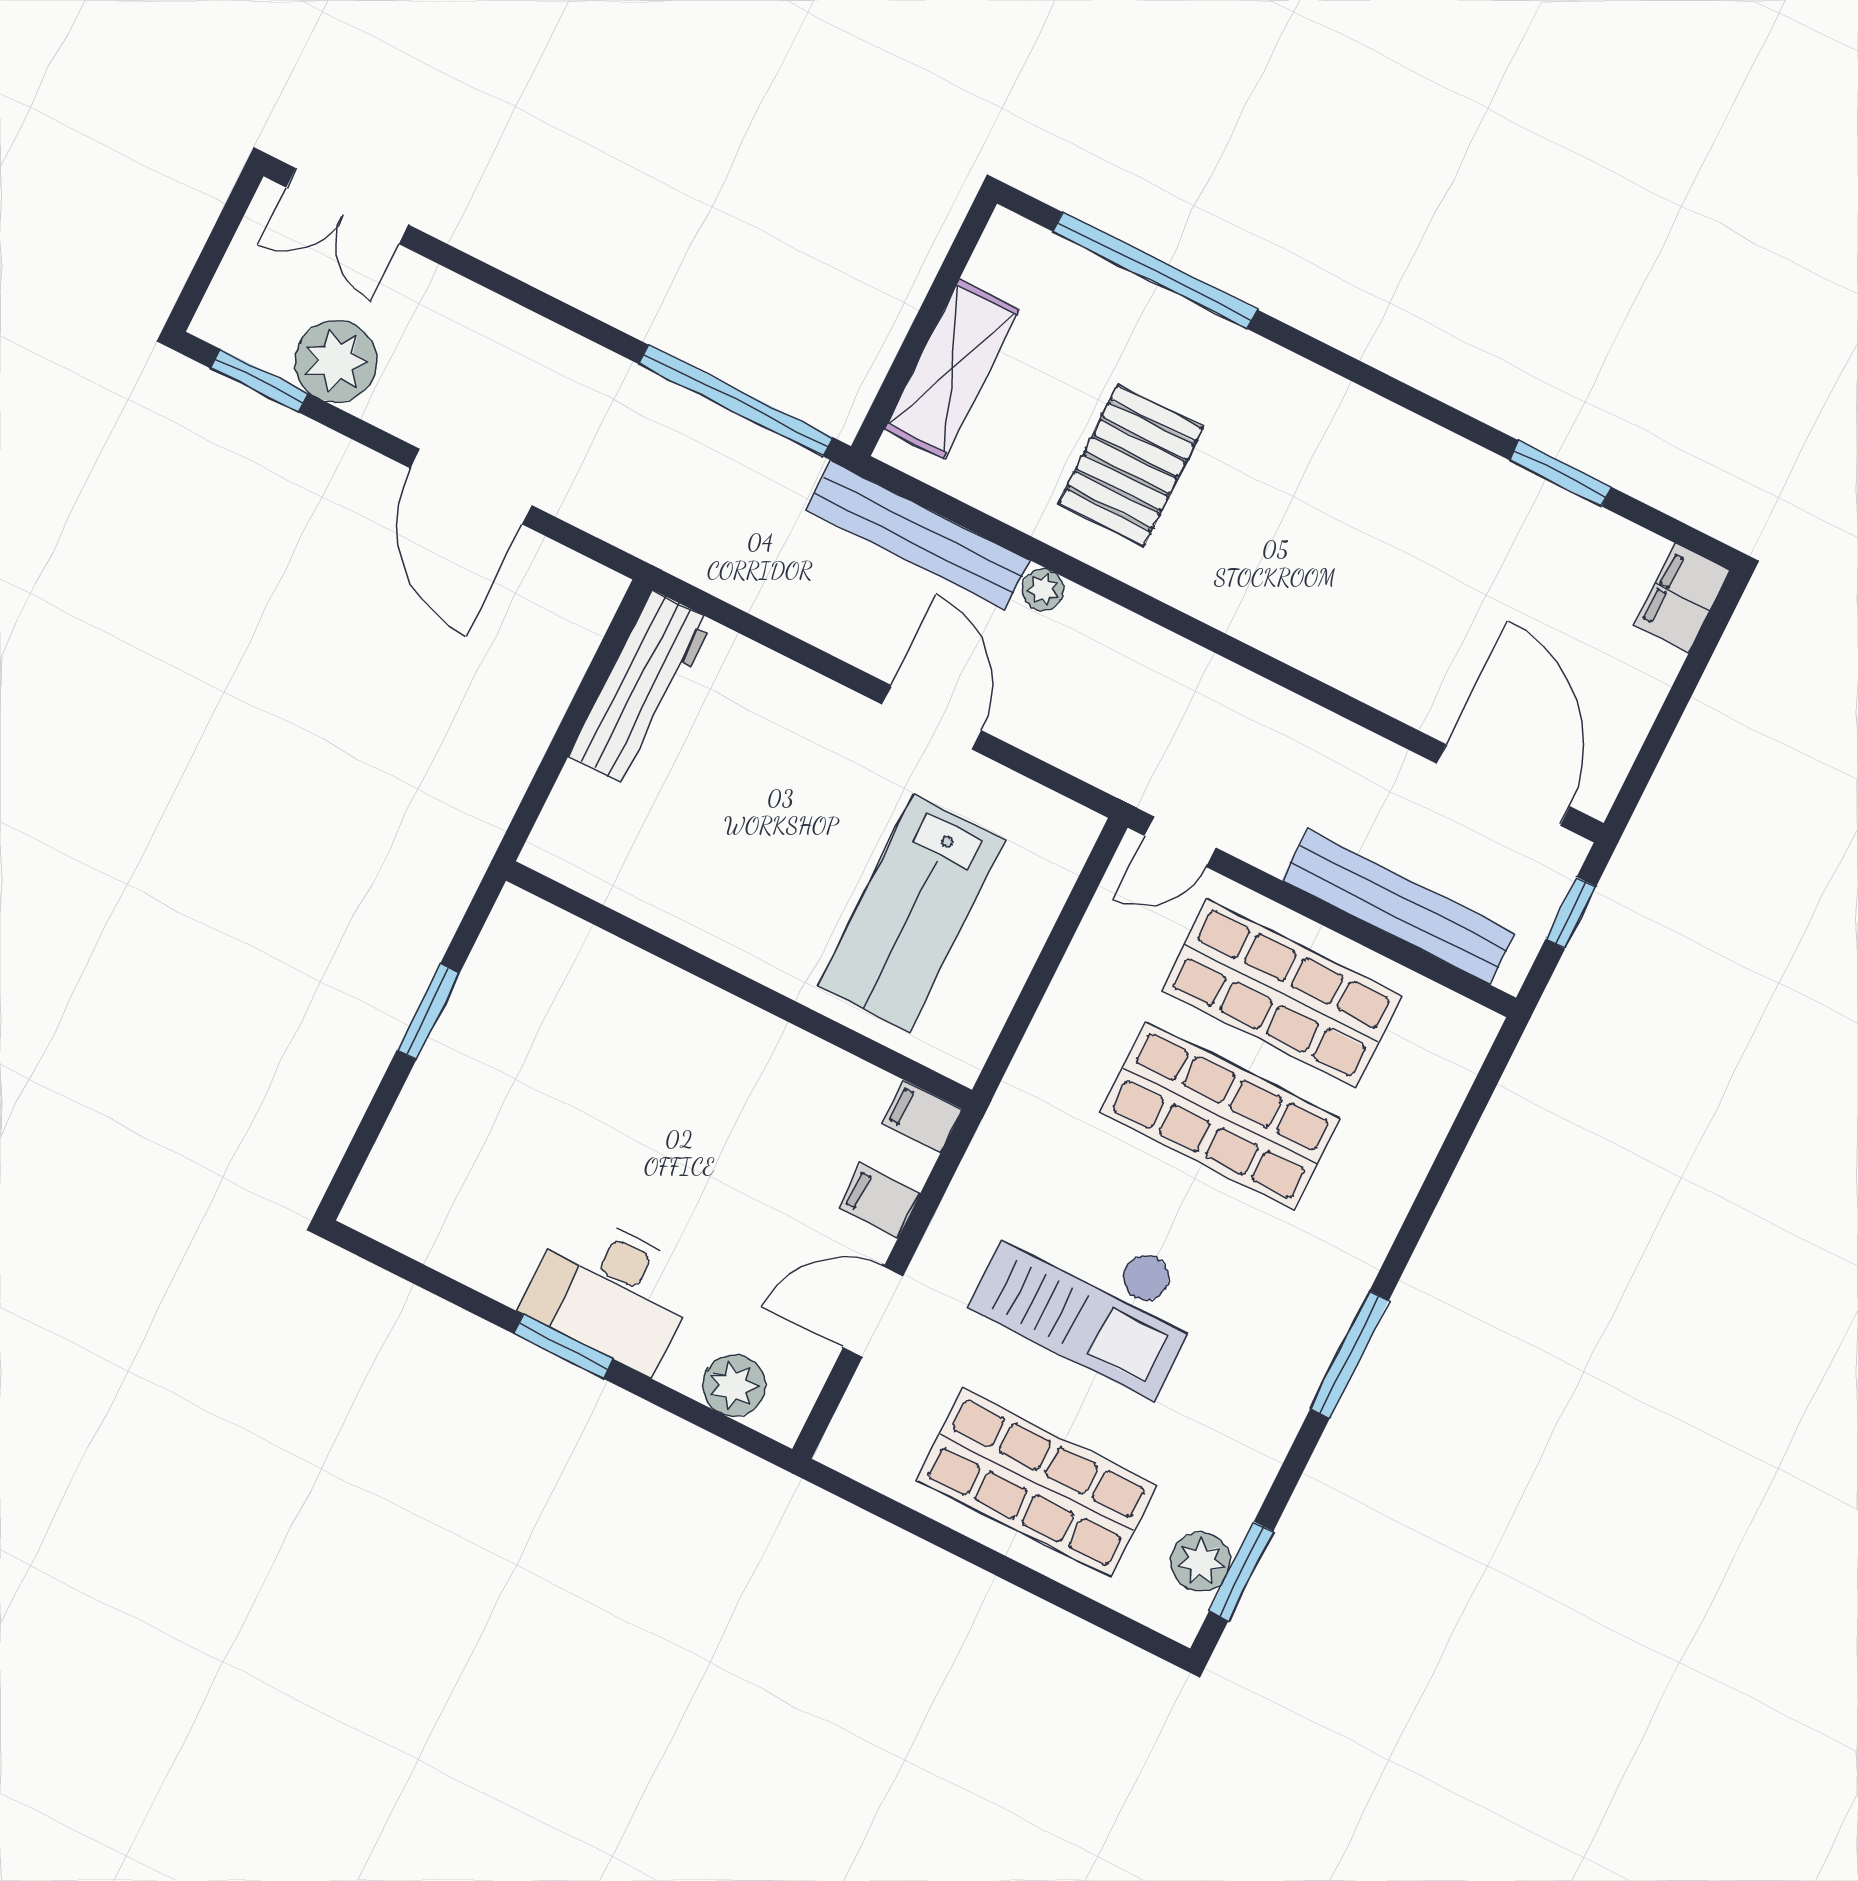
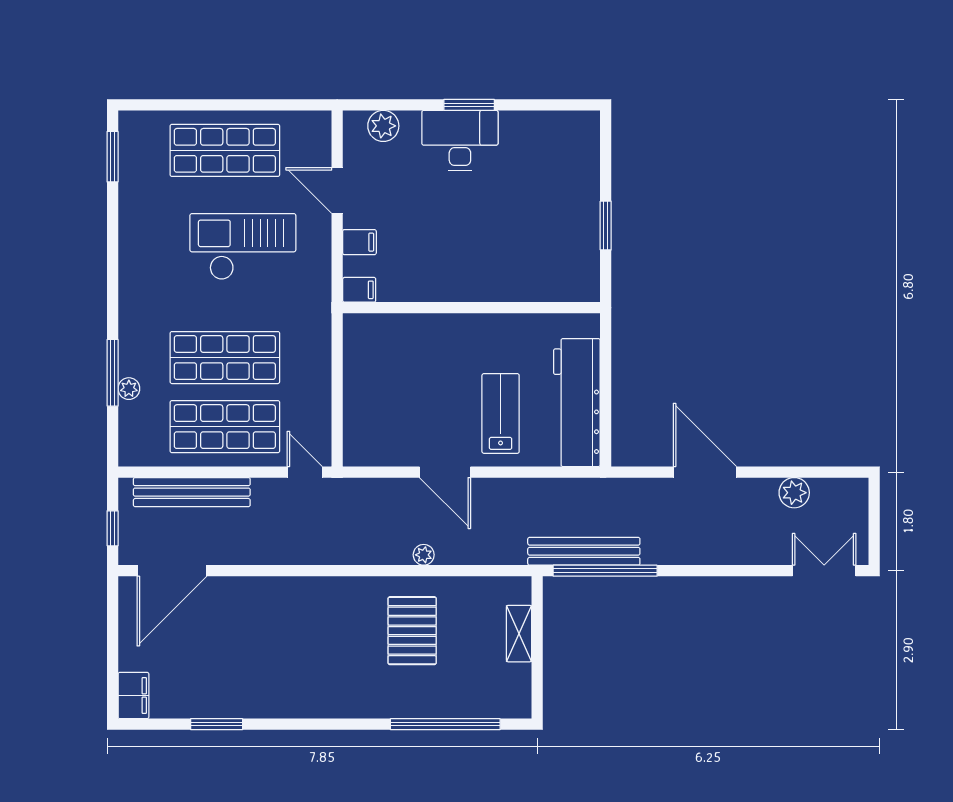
plant: (336, 361) -> (794, 493), width x0.73, depth x0.73
shelving: (951, 369) -> (519, 634), width x0.67, depth x0.75
window: (259, 381) -> (824, 472), removed
bench: (918, 535) -> (584, 551), moved
workbench: (641, 688) -> (577, 403), width x1.36, depth x1.32
door: (1503, 785) -> (172, 571), hinge flipped
door: (1180, 842) -> (305, 472), hinge flipped
lab bench: (911, 913) -> (501, 413), moved, width x0.73, depth x0.72
door: (873, 1312) -> (337, 190), swing flipped
window: (1349, 1355) -> (113, 373), moved
plant: (1201, 1562) -> (129, 389), moved, width x0.73, depth x0.73

